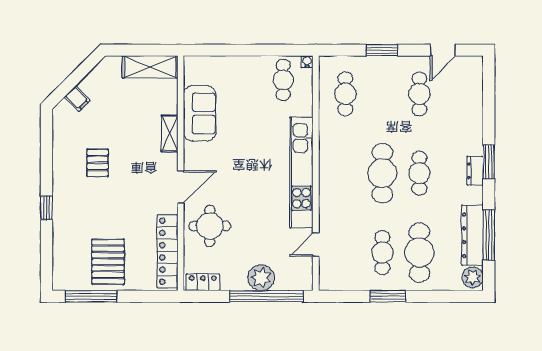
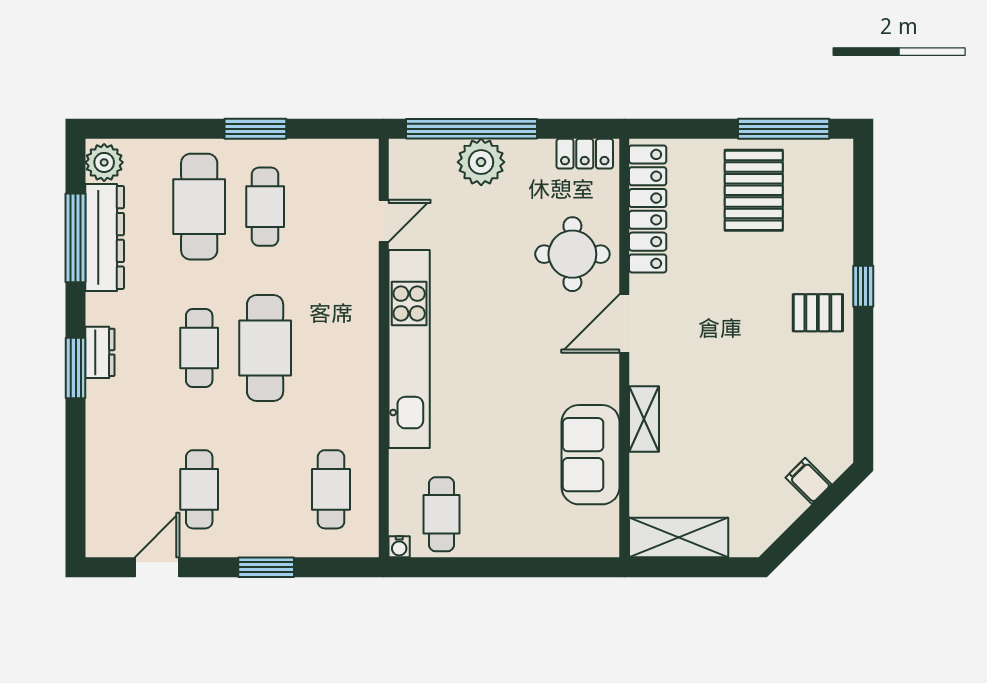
pallet: (98, 163) -> (818, 313), moved, turned 90

